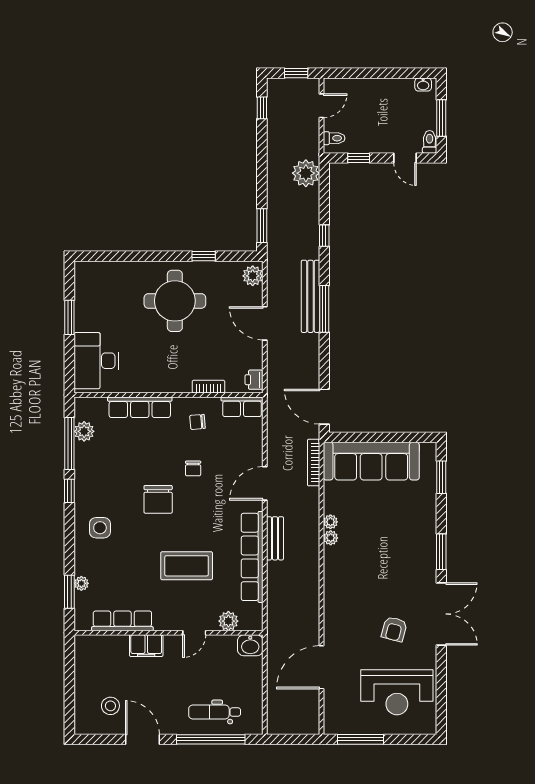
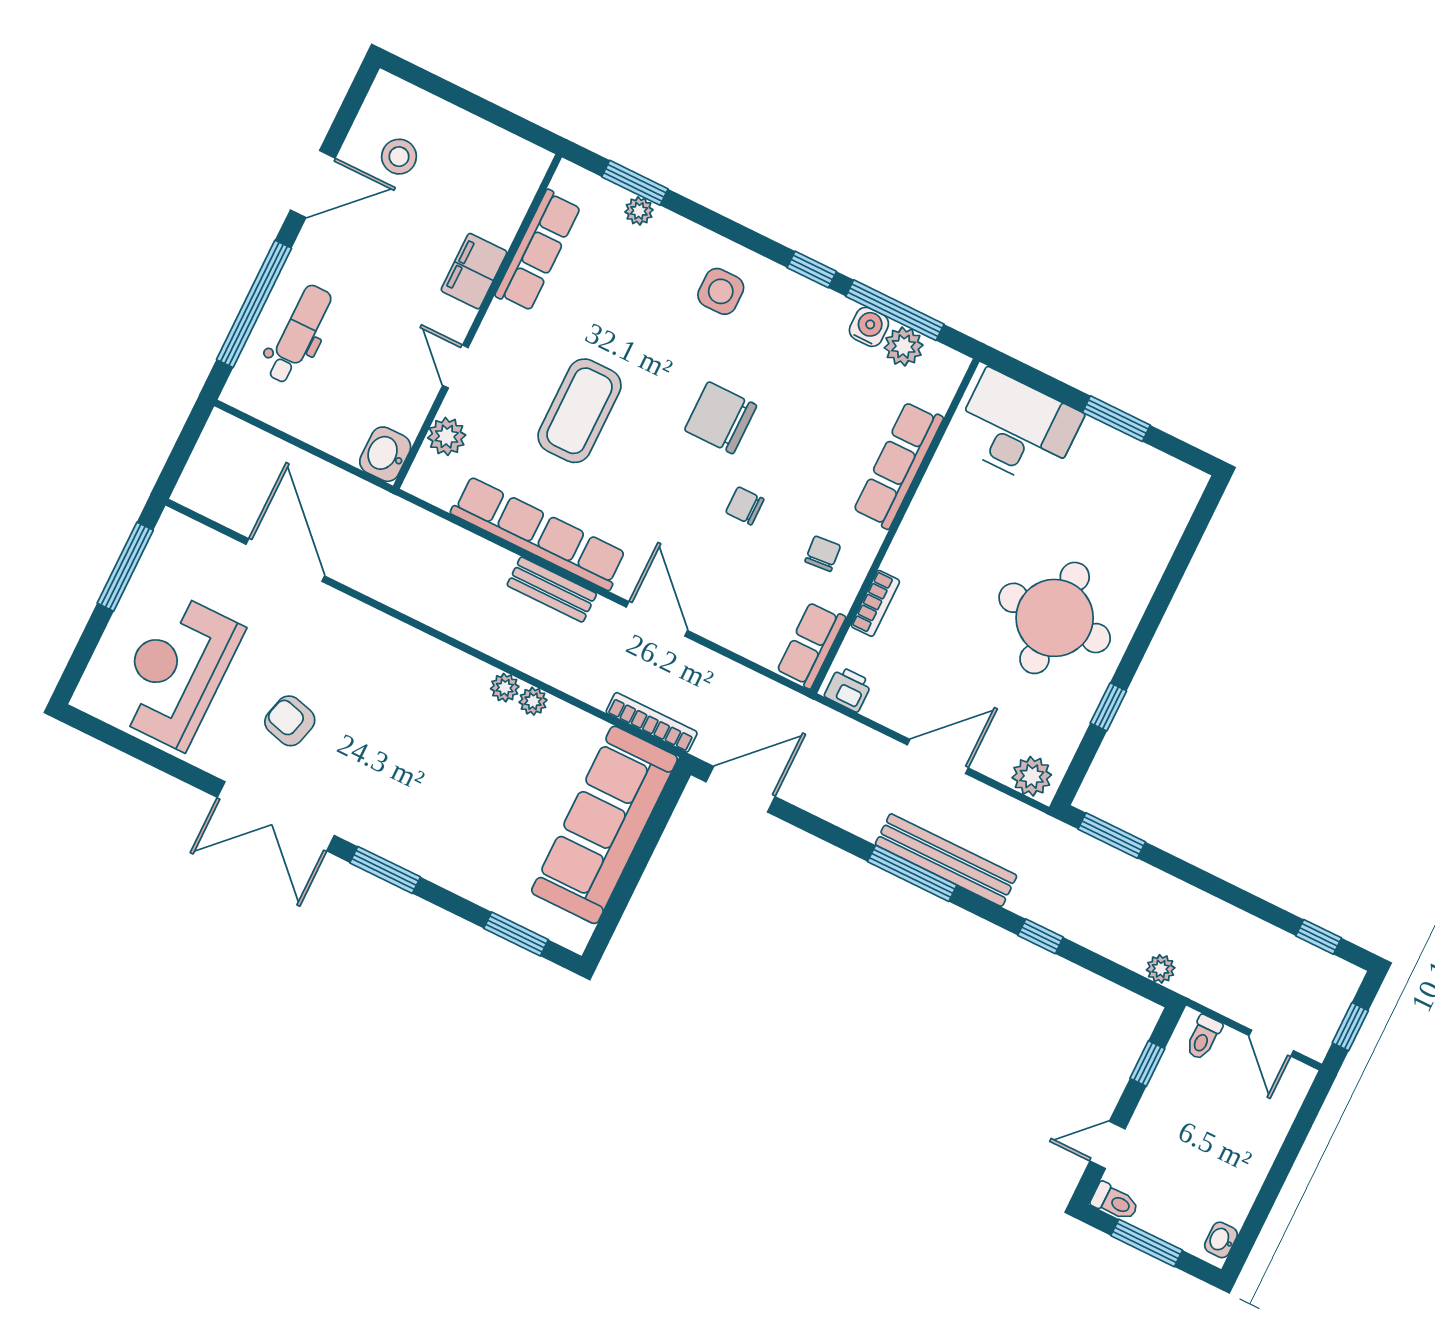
plant: (306, 173) -> (1161, 969), width x0.53, depth x0.53
water cooler: (83, 452) -> (869, 327), added

